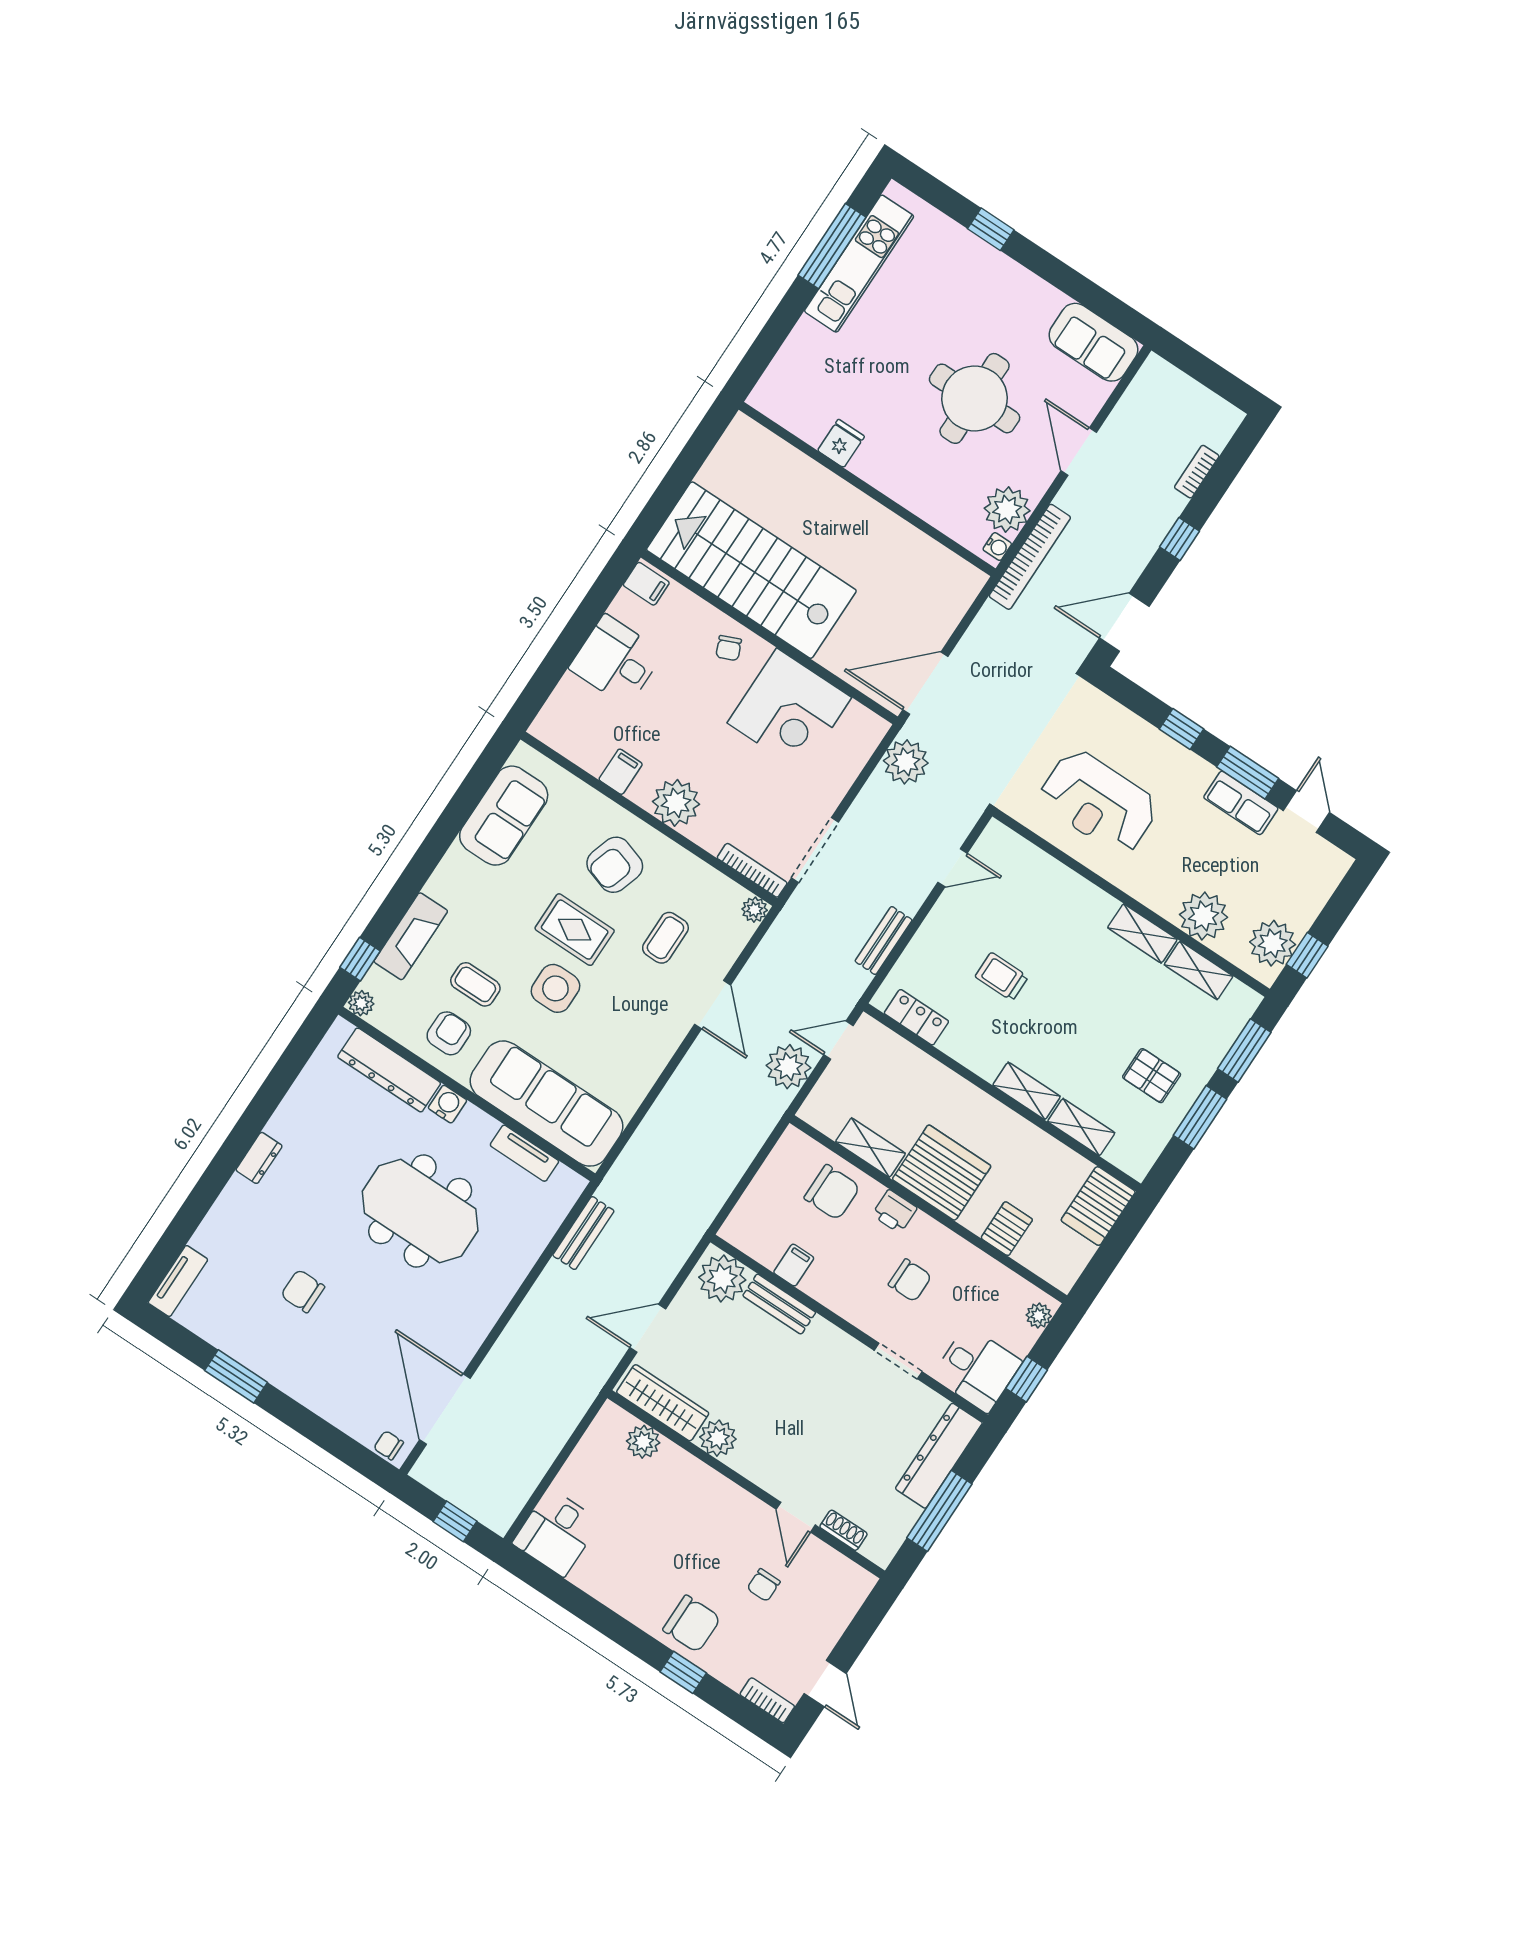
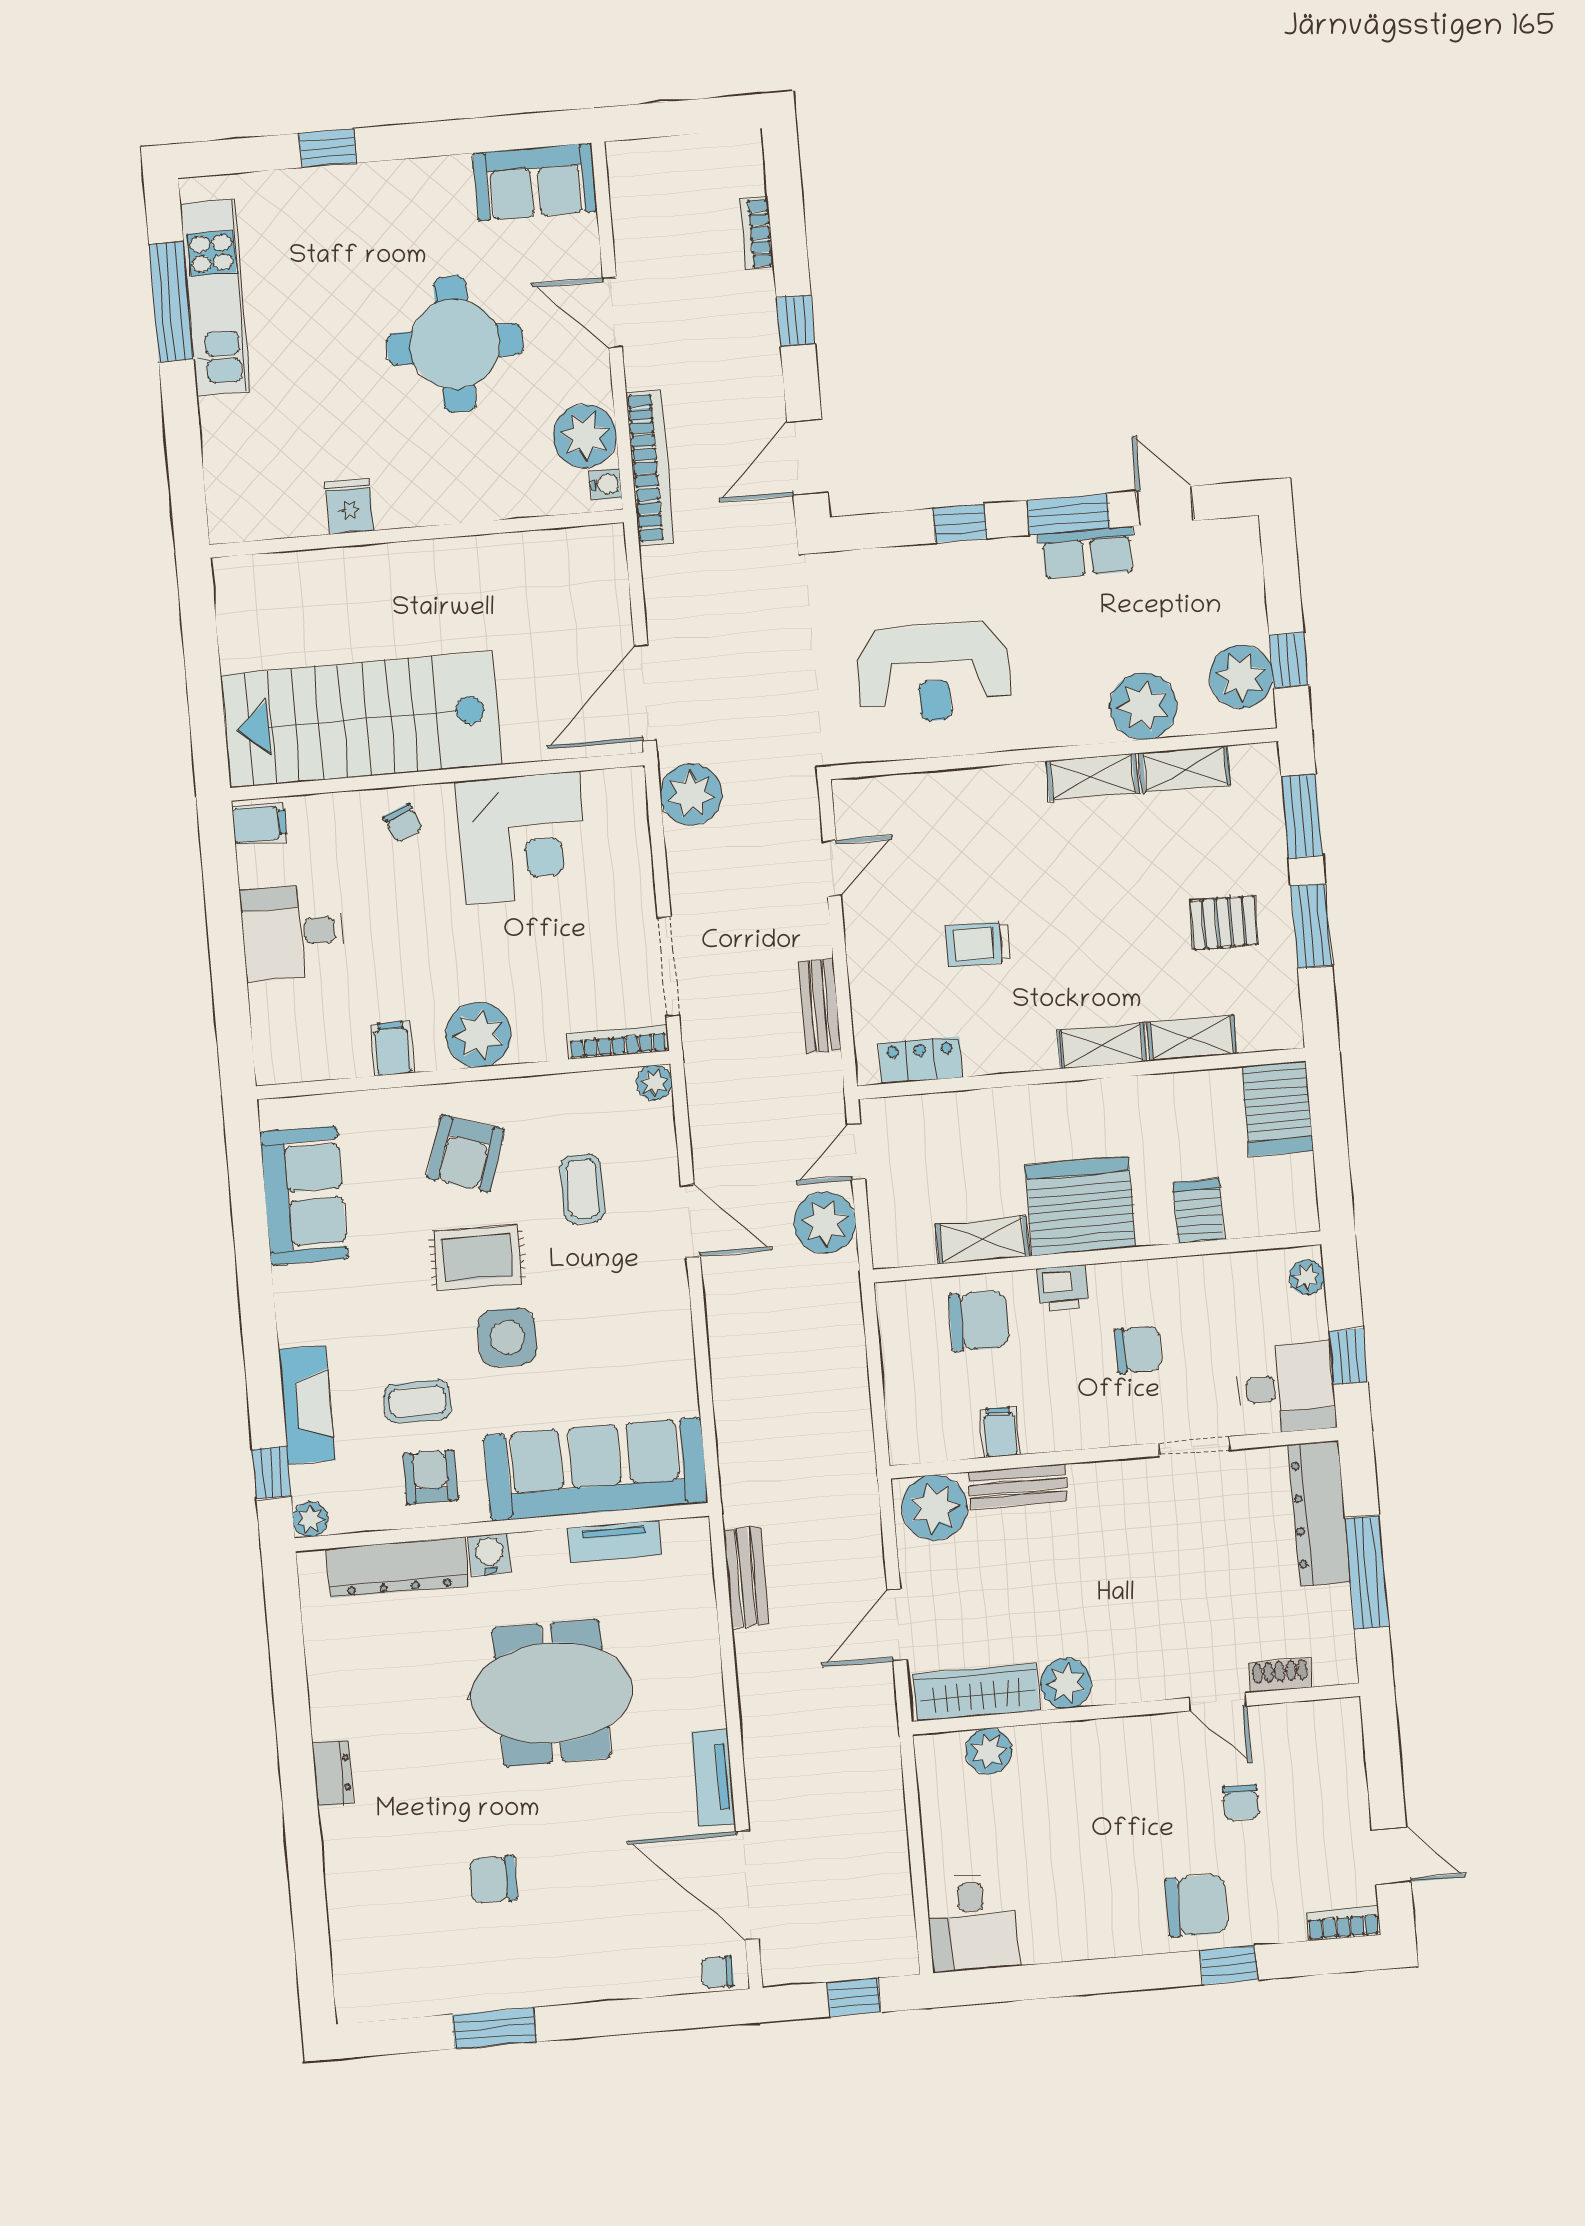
tv unit: (178, 1281) -> (713, 1778), moved, turned 180

